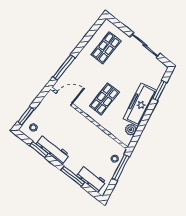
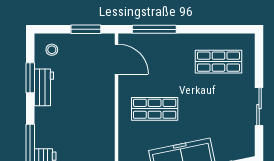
sliding door: (145, 45) -> (259, 107), width x0.73
window: (26, 116) -> (86, 29), moved
workbench: (53, 149) -> (44, 87), width x0.73

